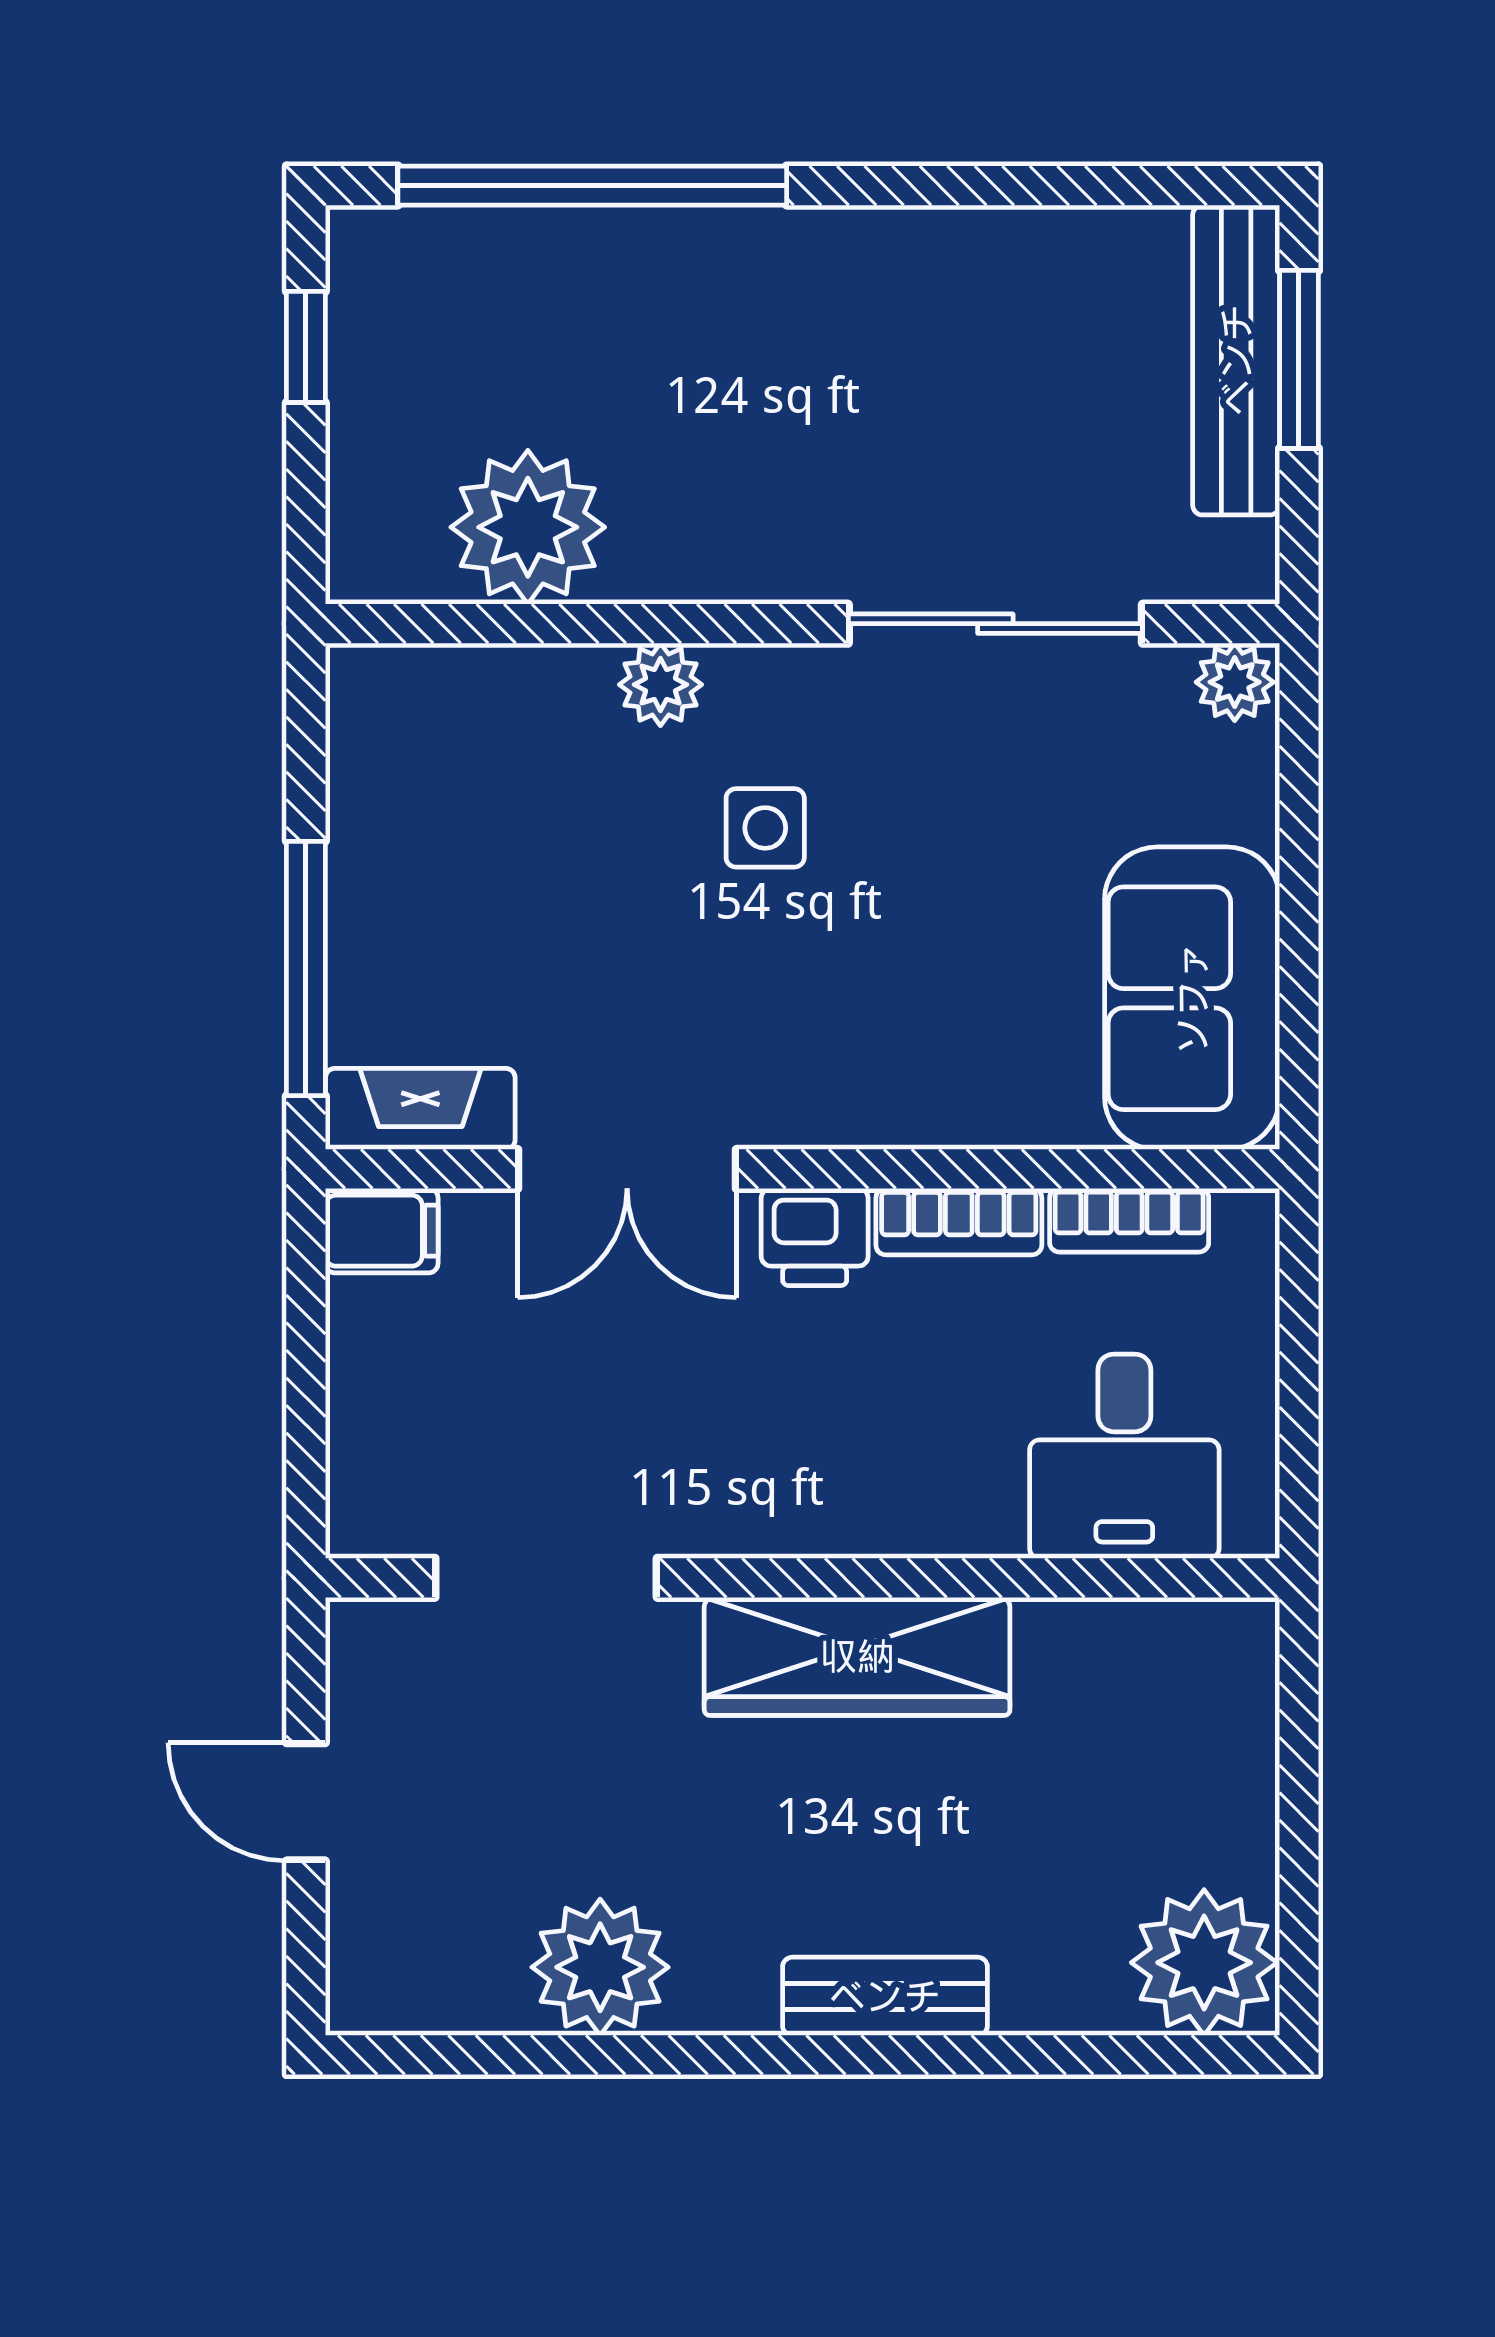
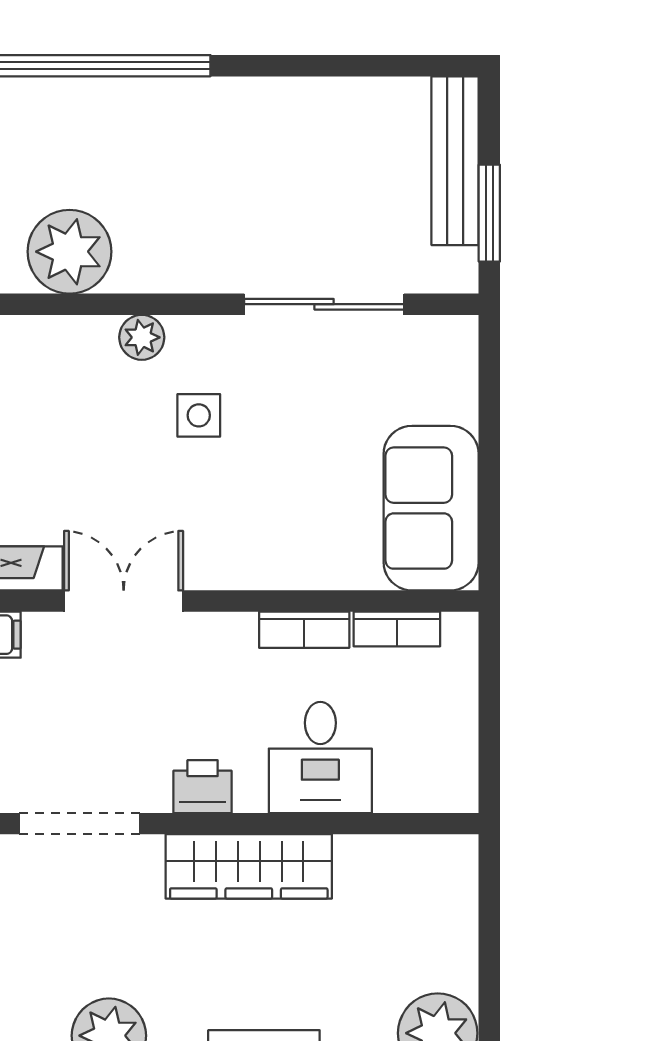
window: (1299, 359) -> (489, 213), moved
plant: (1235, 682) -> (454, 336), removed
double door: (627, 1169) -> (124, 601), swing flipped
printer: (815, 1237) -> (203, 787), moved, turned 180
desk: (1124, 1456) -> (320, 757), moved

